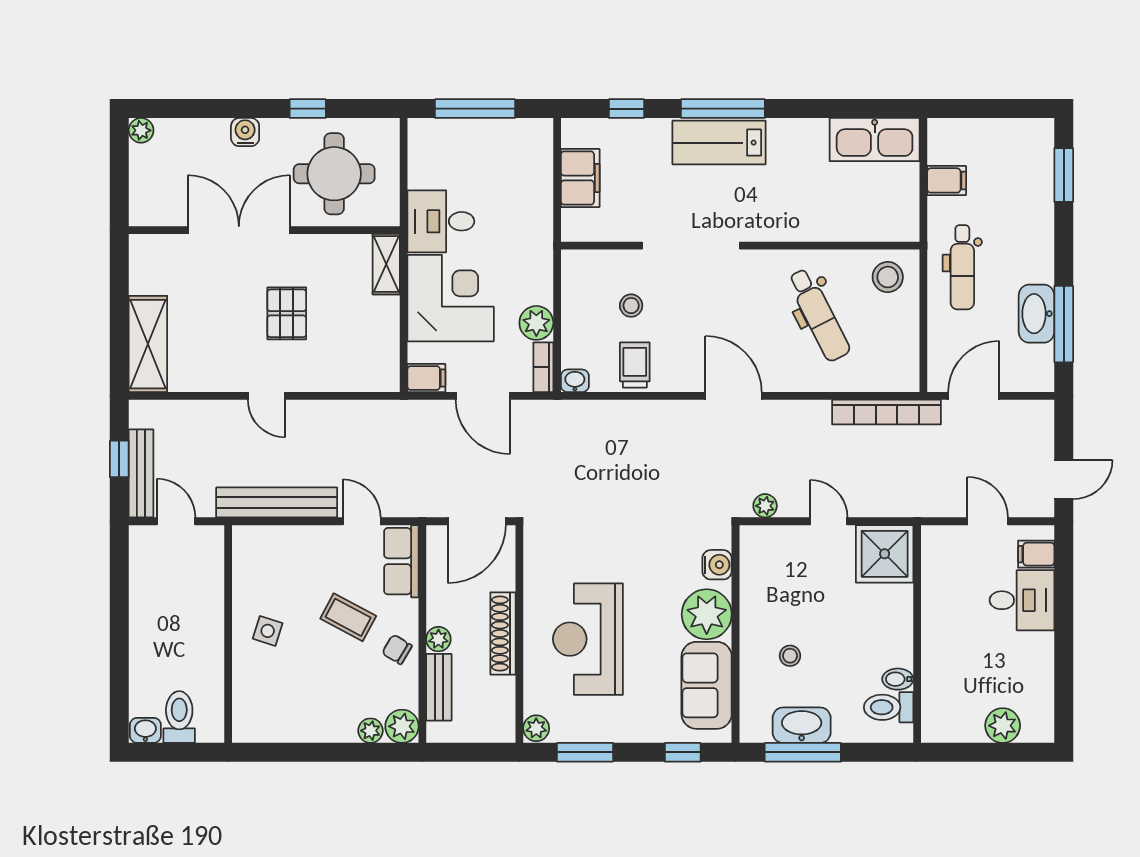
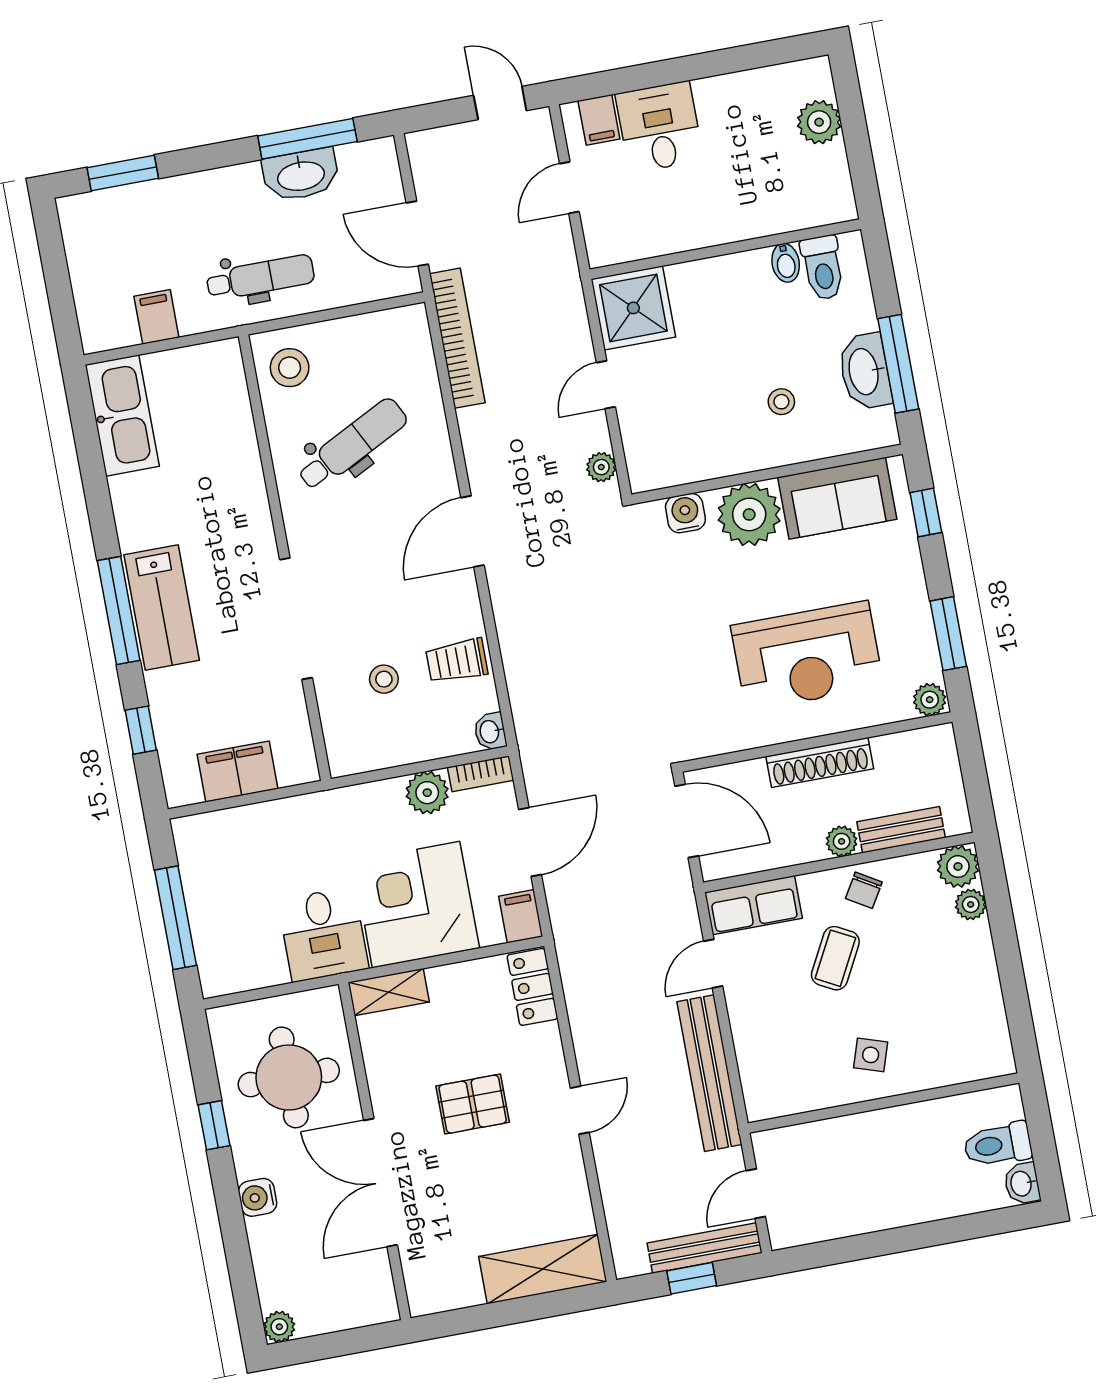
locker: (370, 377) -> (532, 987), added

